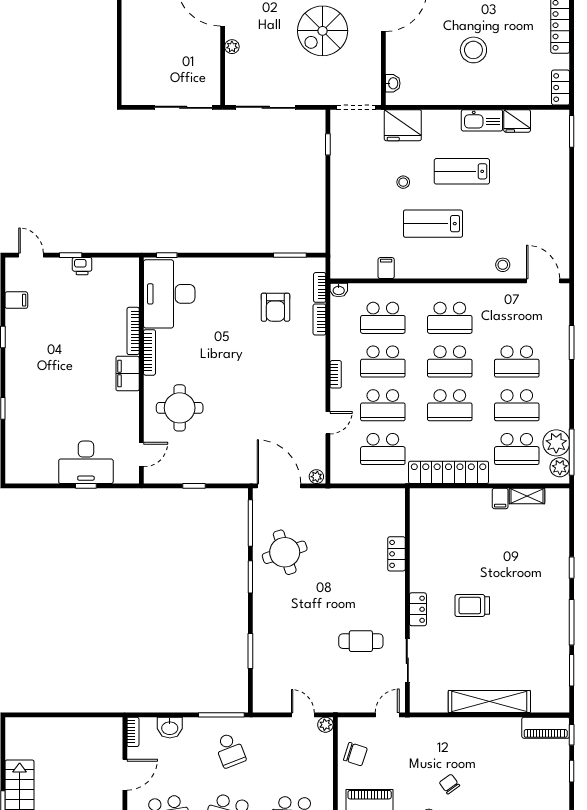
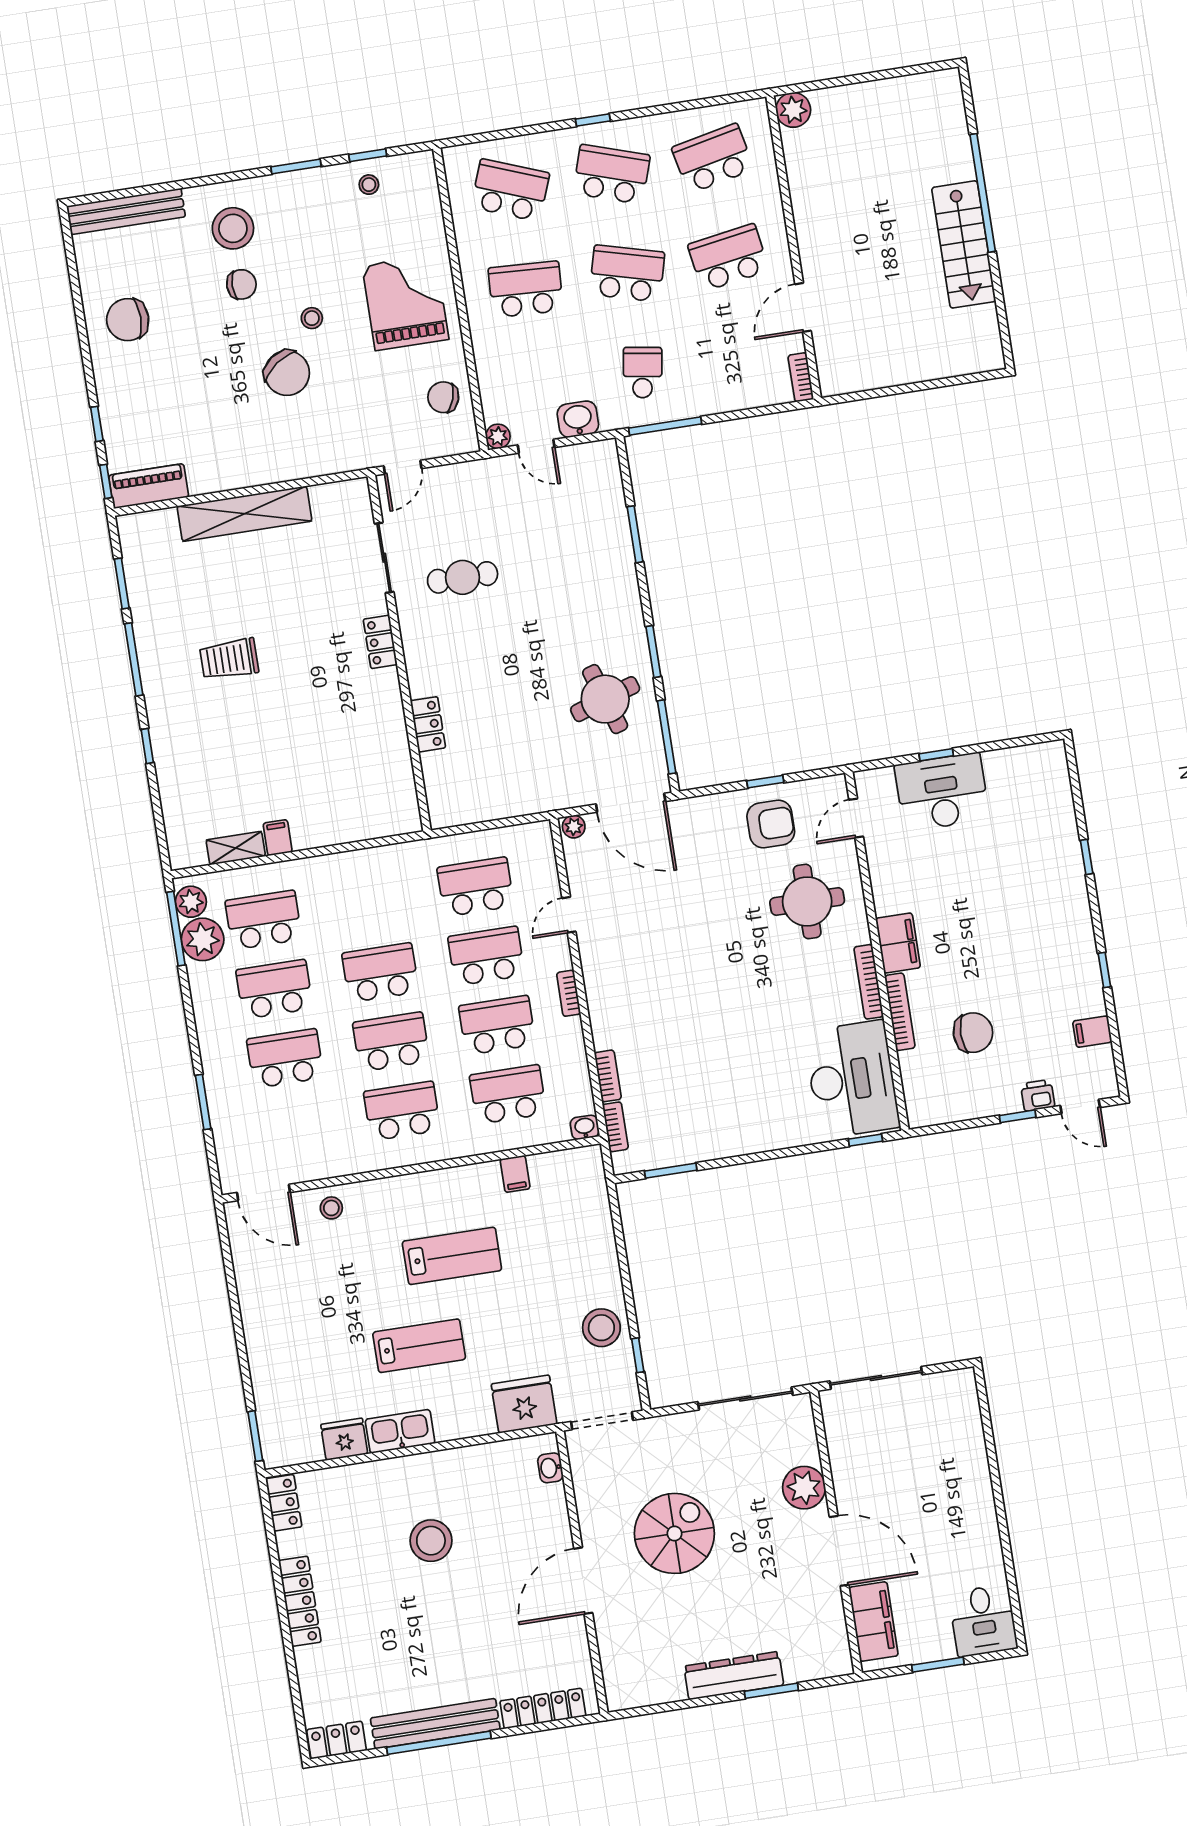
plant: (232, 47) -> (804, 1488), width x1.87, depth x1.87
stool: (403, 182) -> (601, 1328), moved, width x1.89, depth x1.89
printer: (82, 266) -> (1038, 1095), moved
armchair: (275, 307) -> (771, 824), moved, turned 90
chair: (90, 311) -> (973, 1033), added
locker: (449, 472) -> (366, 866), removed
trolley: (472, 606) -> (229, 659), moved, turned 180
washbasin: (170, 728) -> (578, 419), moved
school desk: (230, 750) -> (643, 372), turned 30
chair: (449, 784) -> (287, 373), width x1.87, depth x1.87

